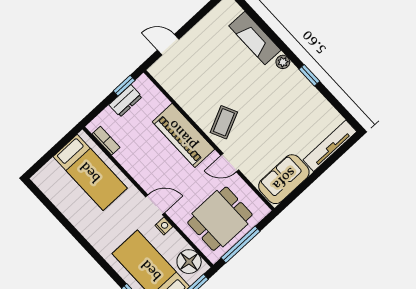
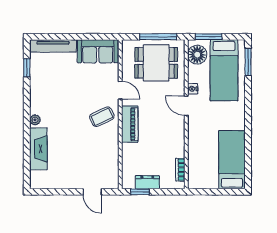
window: (309, 75) -> (27, 68), moved
piano: (183, 135) -> (130, 124), width x0.73, depth x0.75
bed: (90, 172) -> (232, 160), moved

